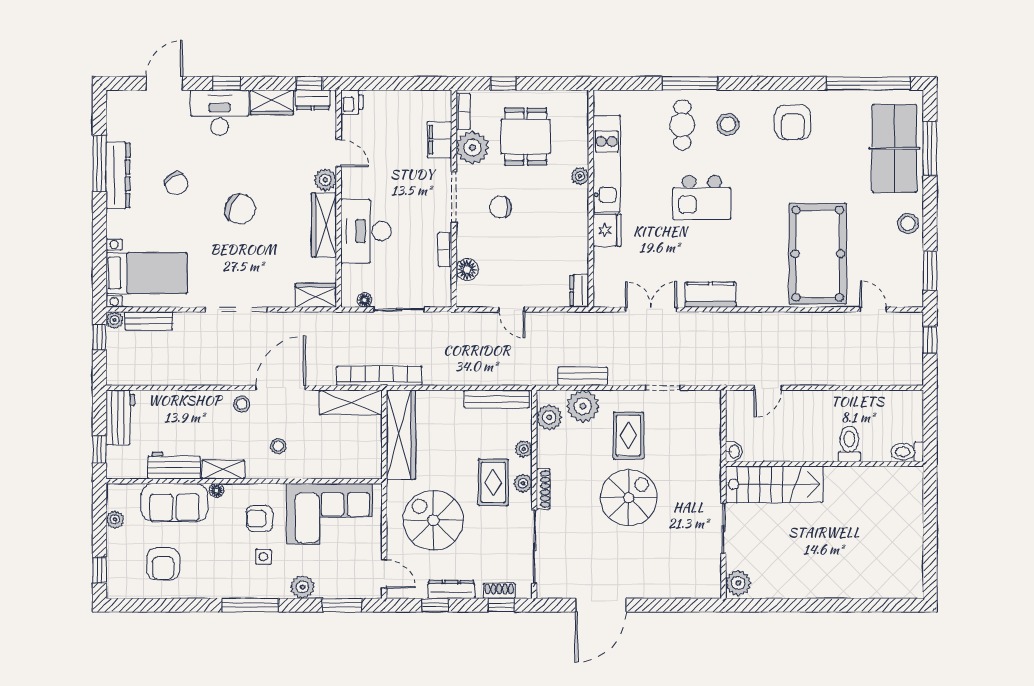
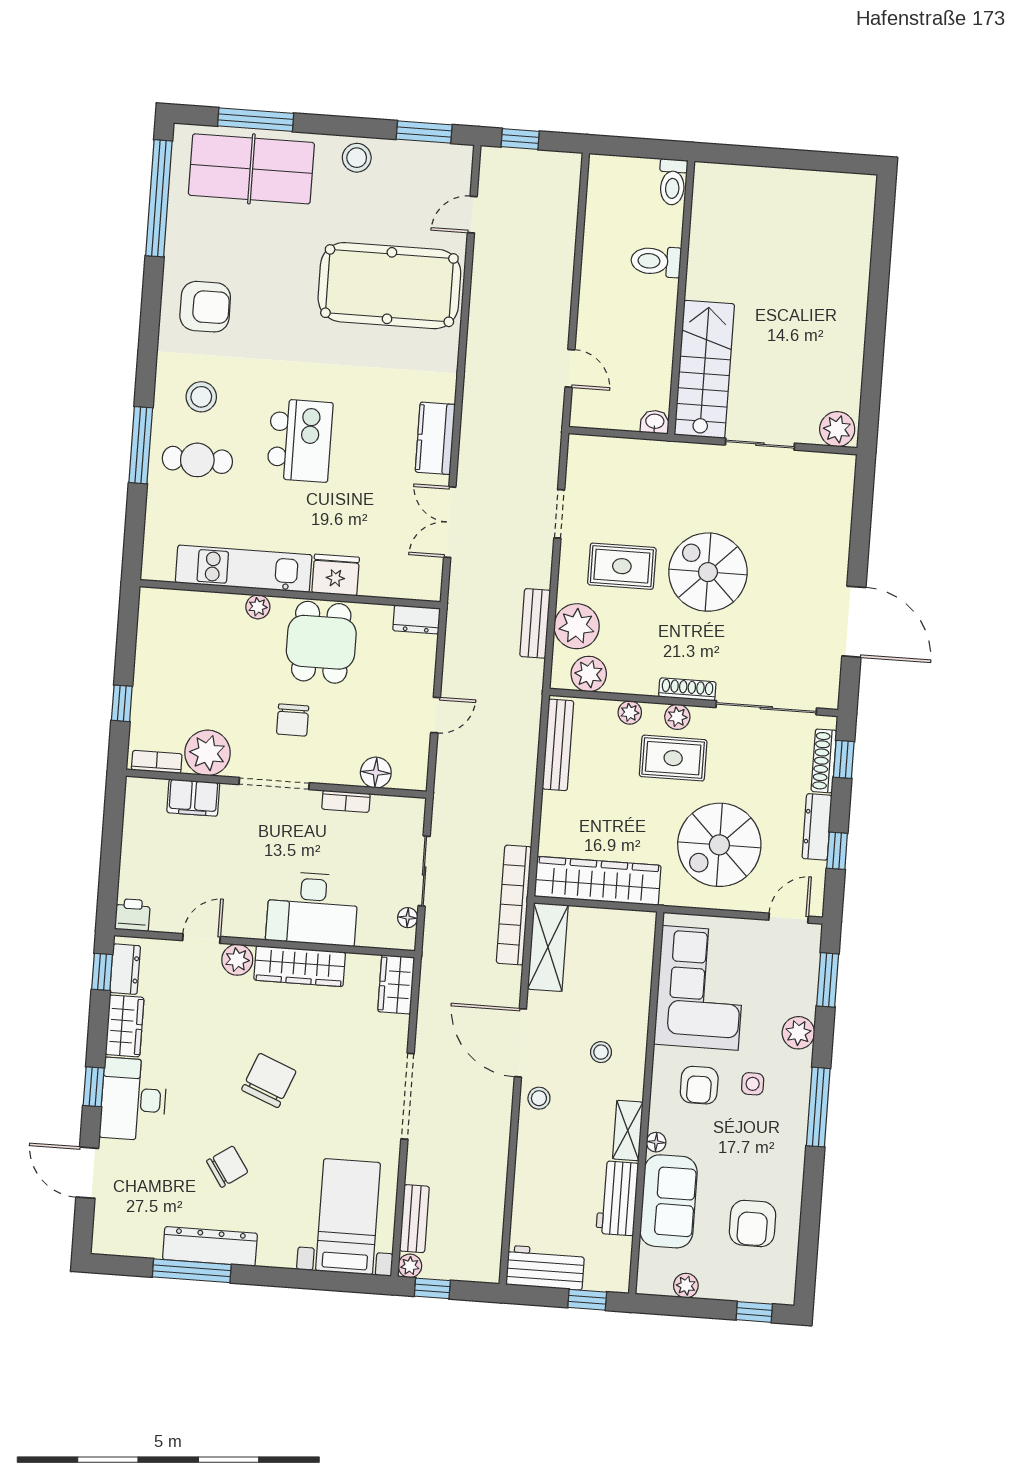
dining table: (526, 136) -> (321, 642), moved, turned 90
armchair: (163, 564) -> (753, 1223), turned 90
shoe rack: (499, 591) -> (824, 761), width x1.43

